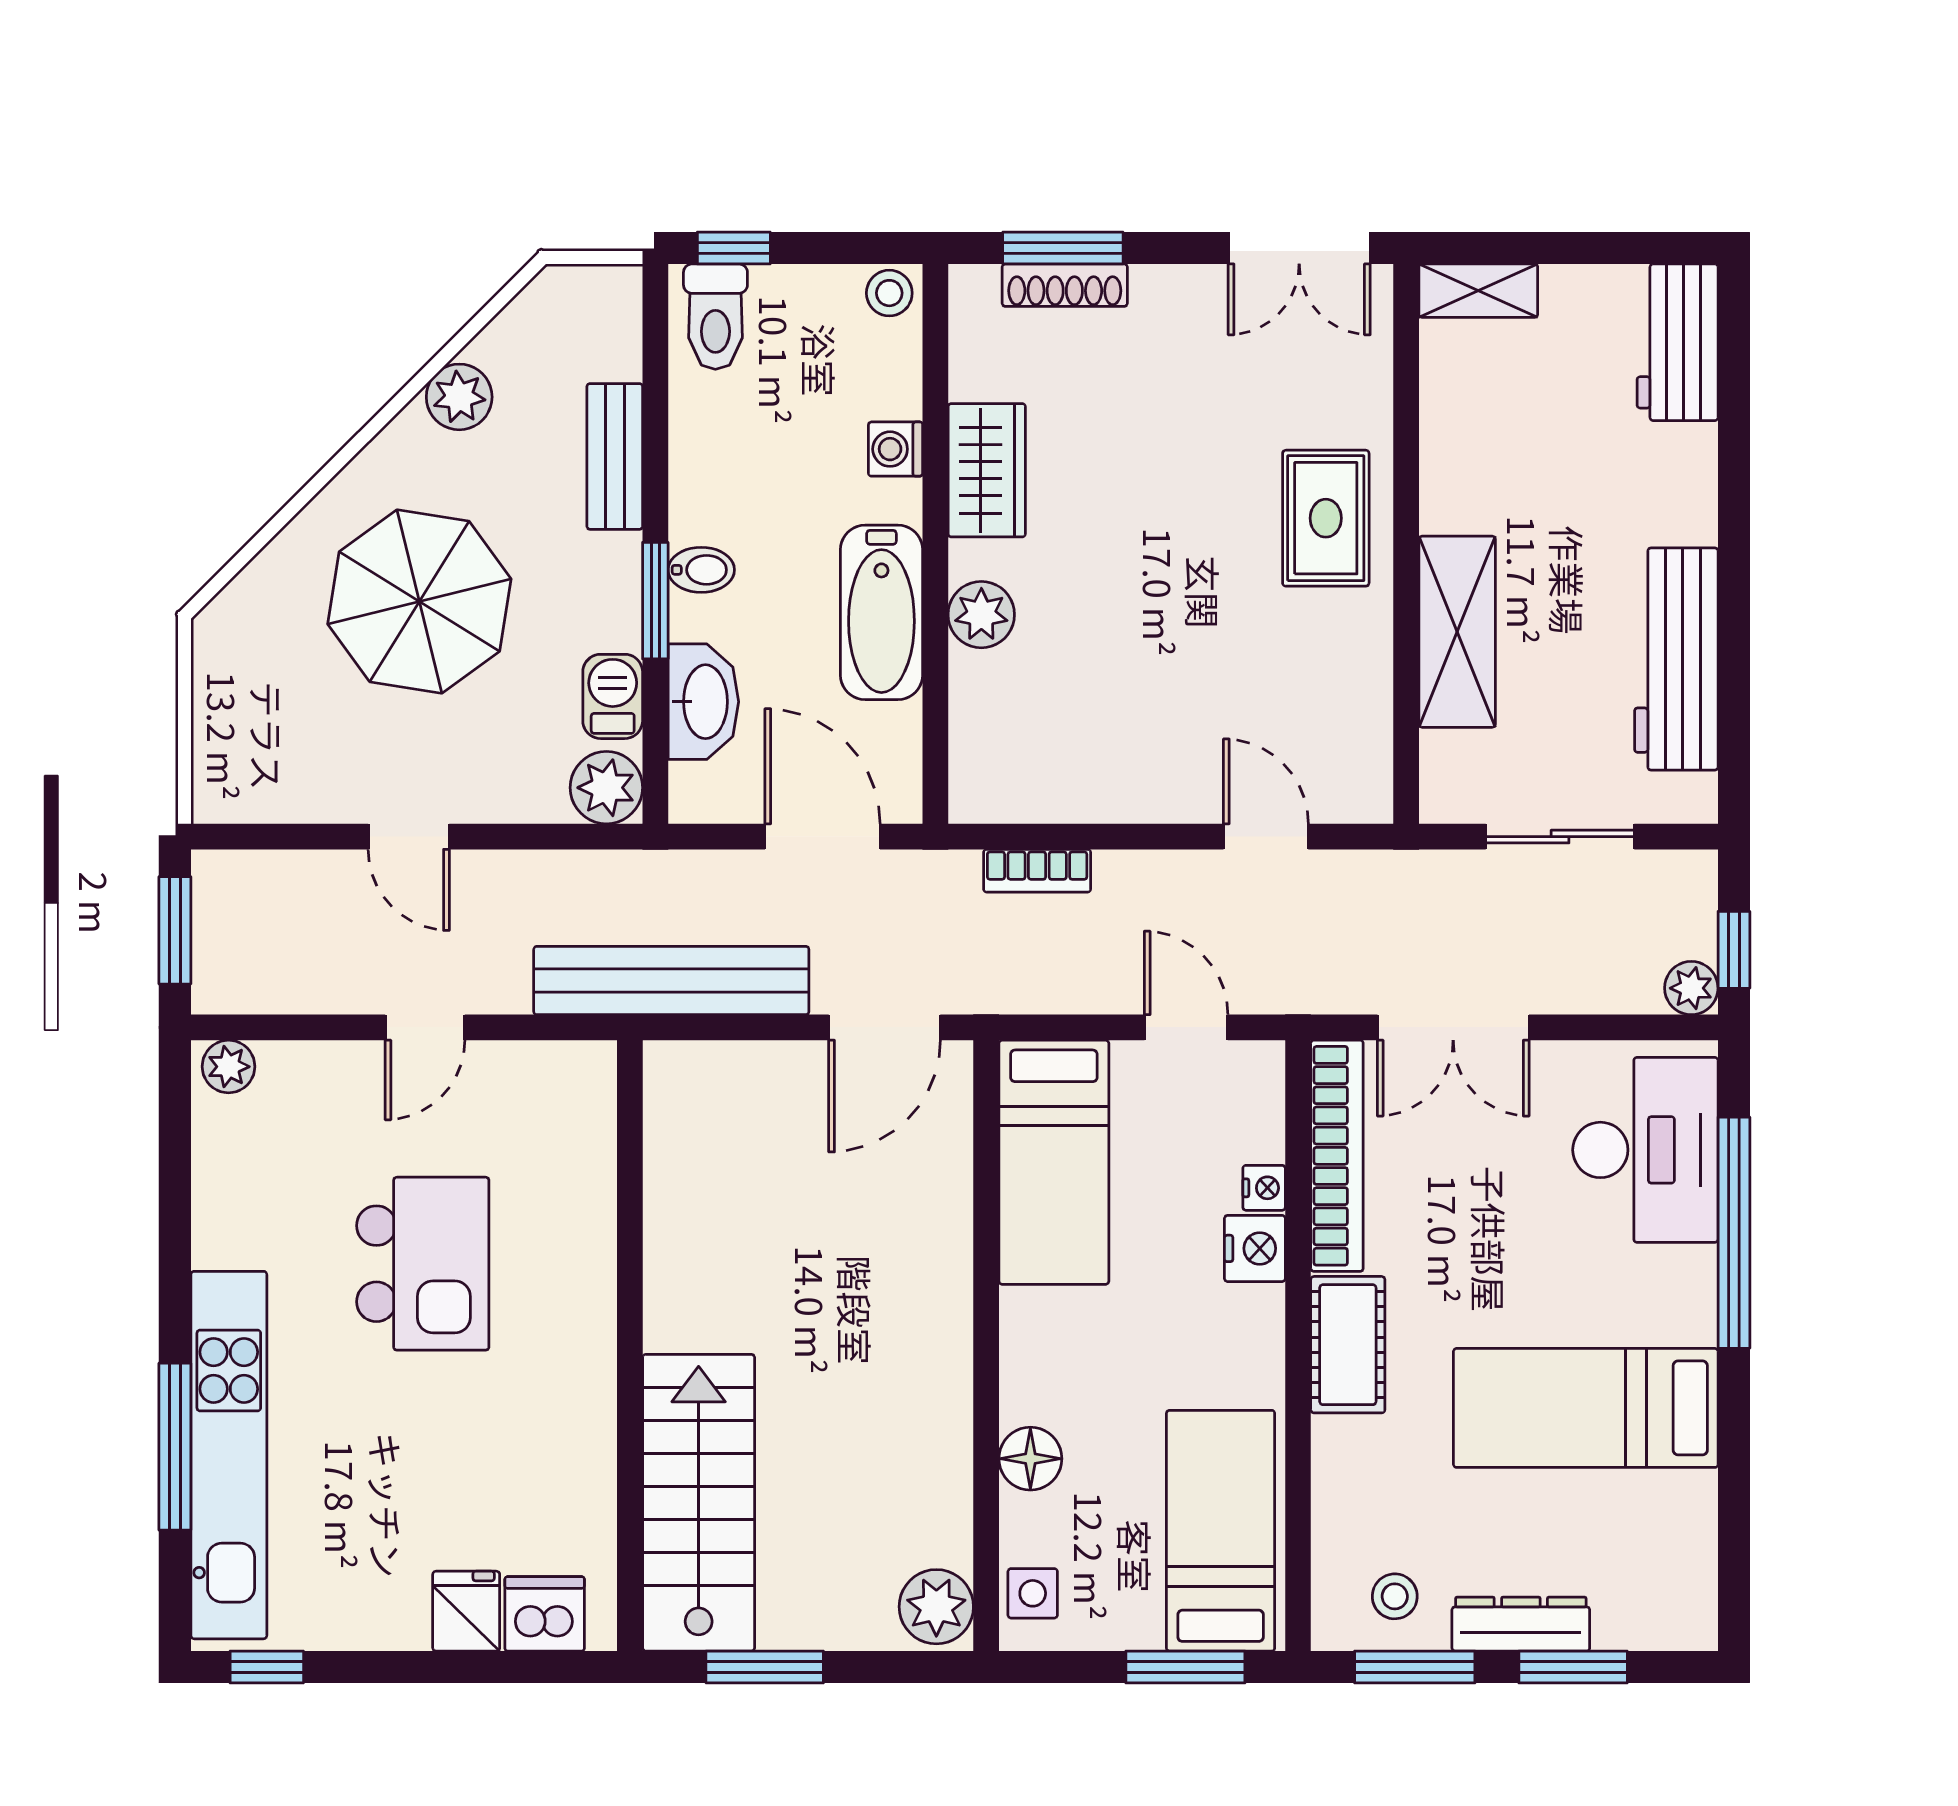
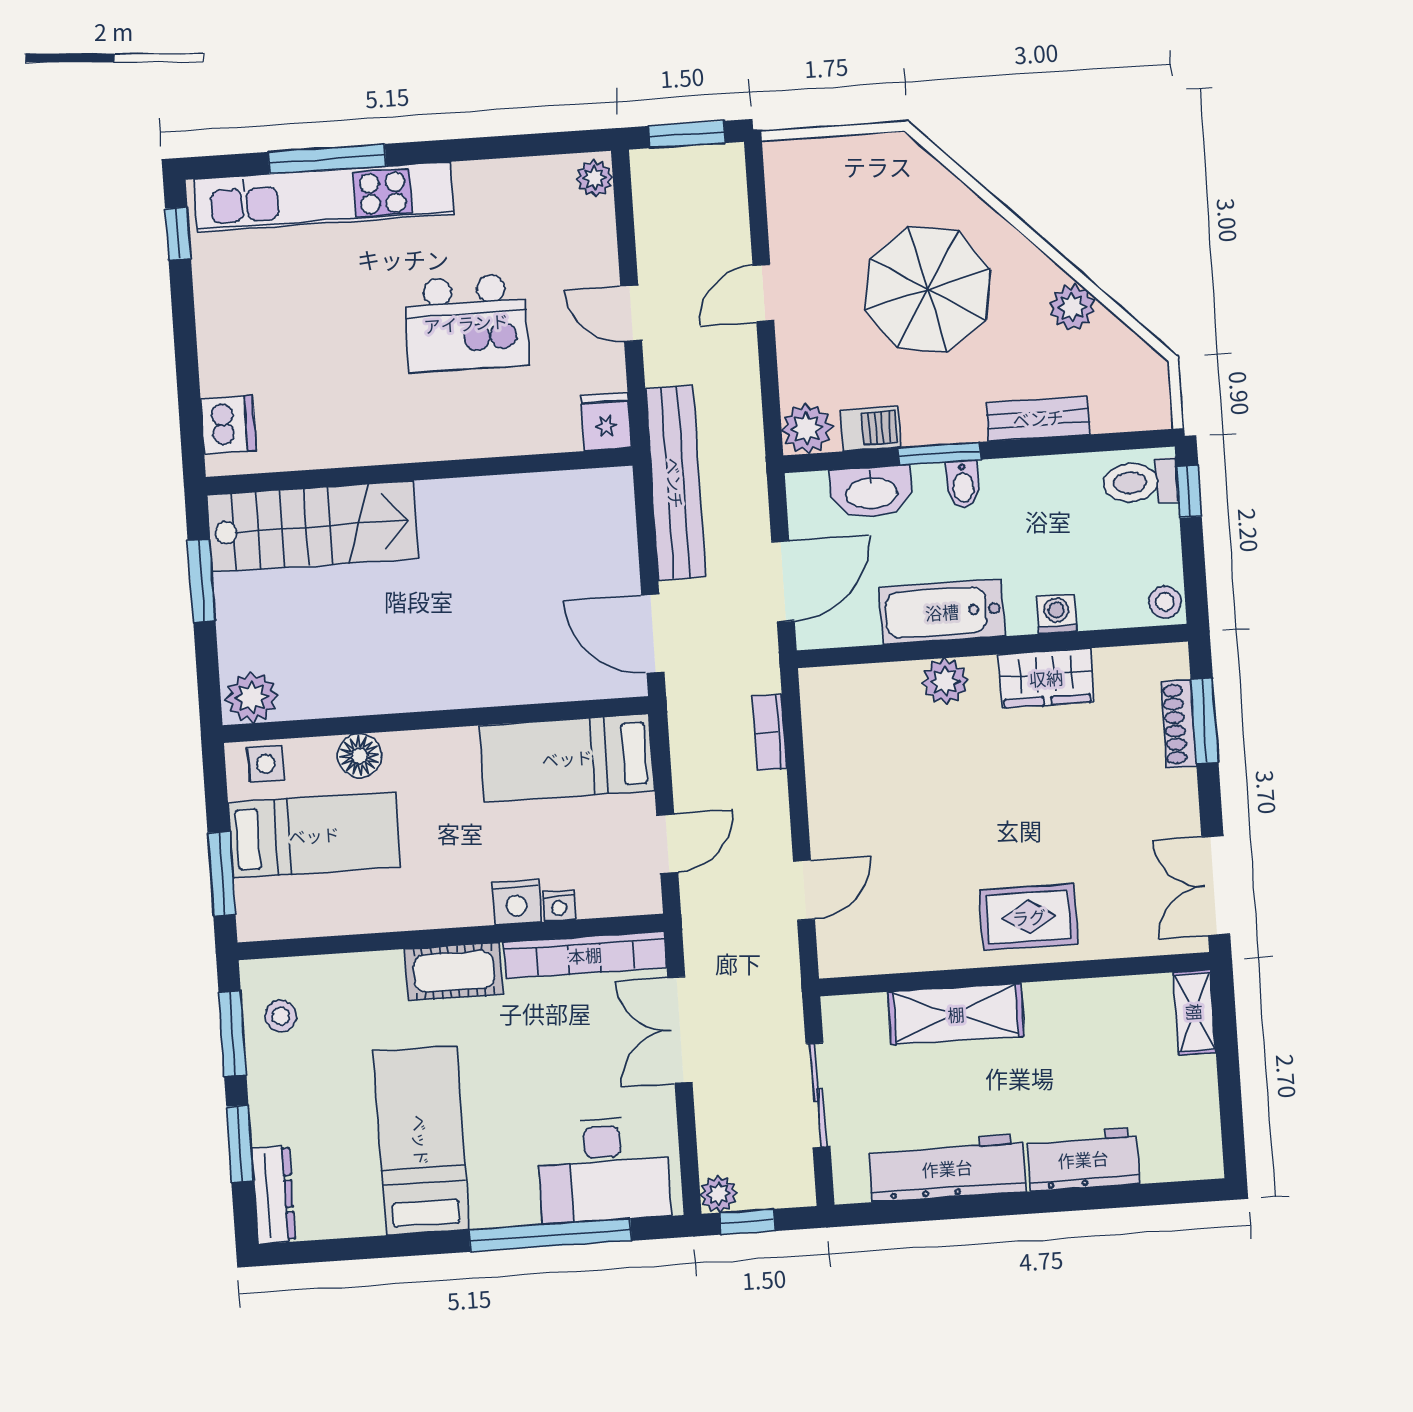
workbench: (1678, 342) -> (1083, 1159), moved
bed: (1221, 1531) -> (314, 835), moved
fridge: (466, 1611) -> (606, 422), moved, turned -90
dresser: (1521, 1624) -> (273, 1195), moved

